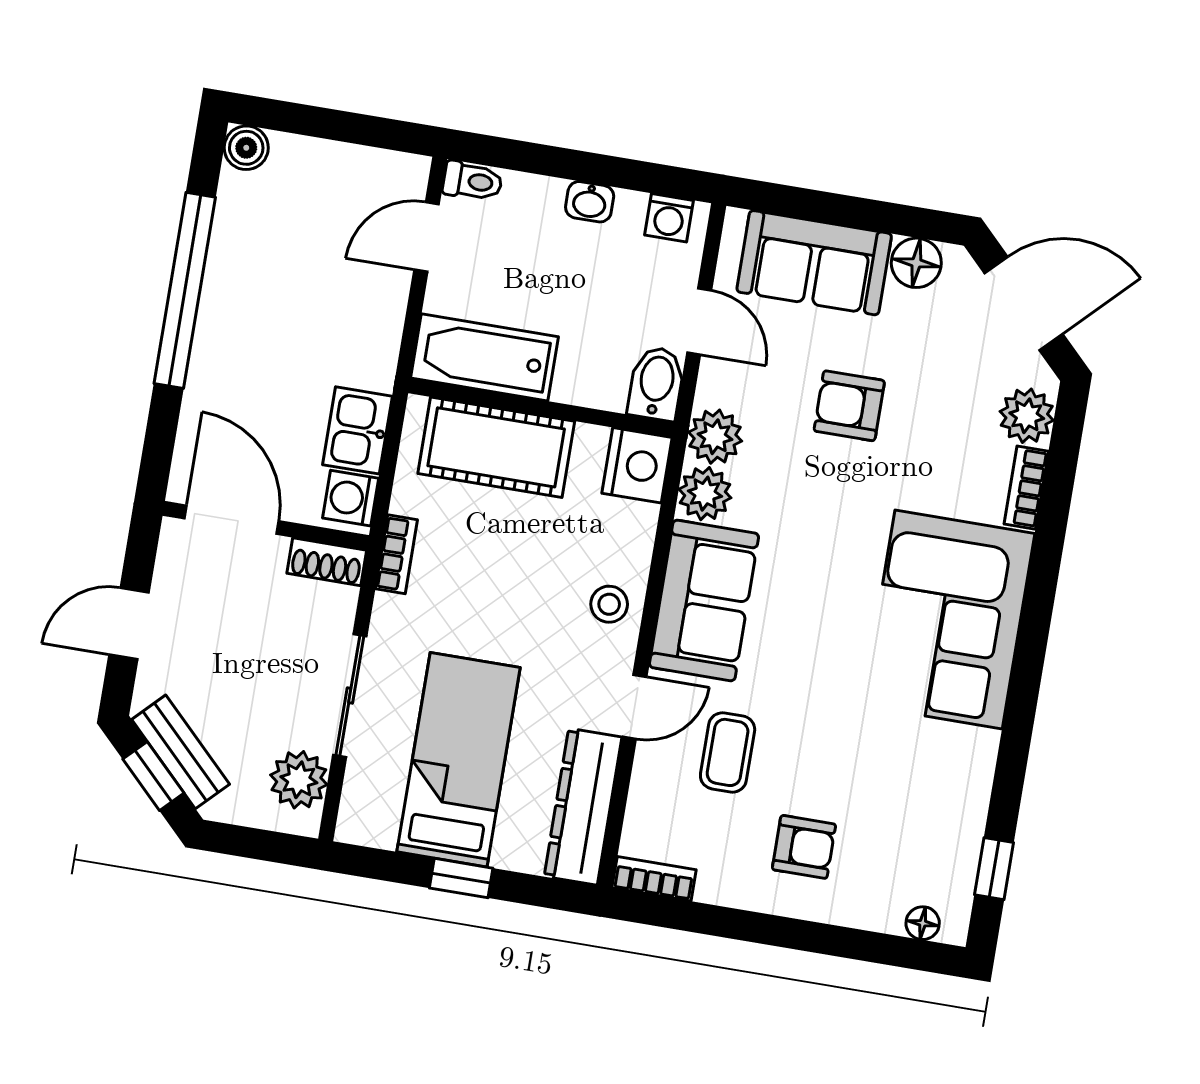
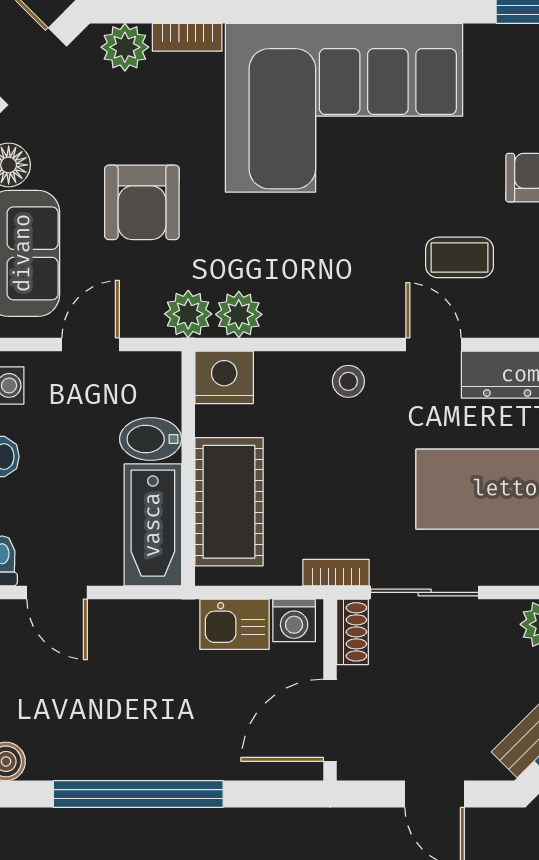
bidet: (656, 384) -> (151, 439), moved
armchair: (849, 406) -> (142, 202), width x1.38, depth x1.38
sofa: (704, 600) -> (331, 300), removed
corner sofa: (949, 620) -> (344, 108), width x1.36, depth x1.36
sliding door: (350, 695) -> (425, 592), moved

